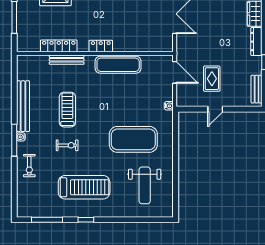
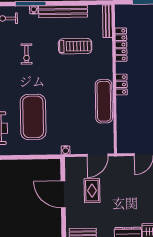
bench: (67, 60) -> (107, 21), moved
rug: (212, 79) -> (92, 191), turned 90
door: (215, 109) -> (63, 194), width x1.88
treadmill: (67, 110) -> (75, 46), moved

